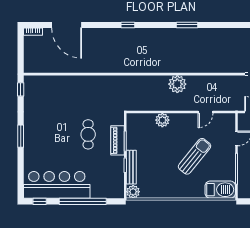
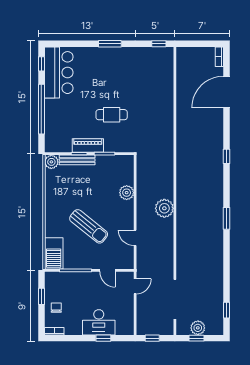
piano: (118, 140) -> (88, 146), moved
bar counter: (57, 185) -> (59, 73), width x0.73

